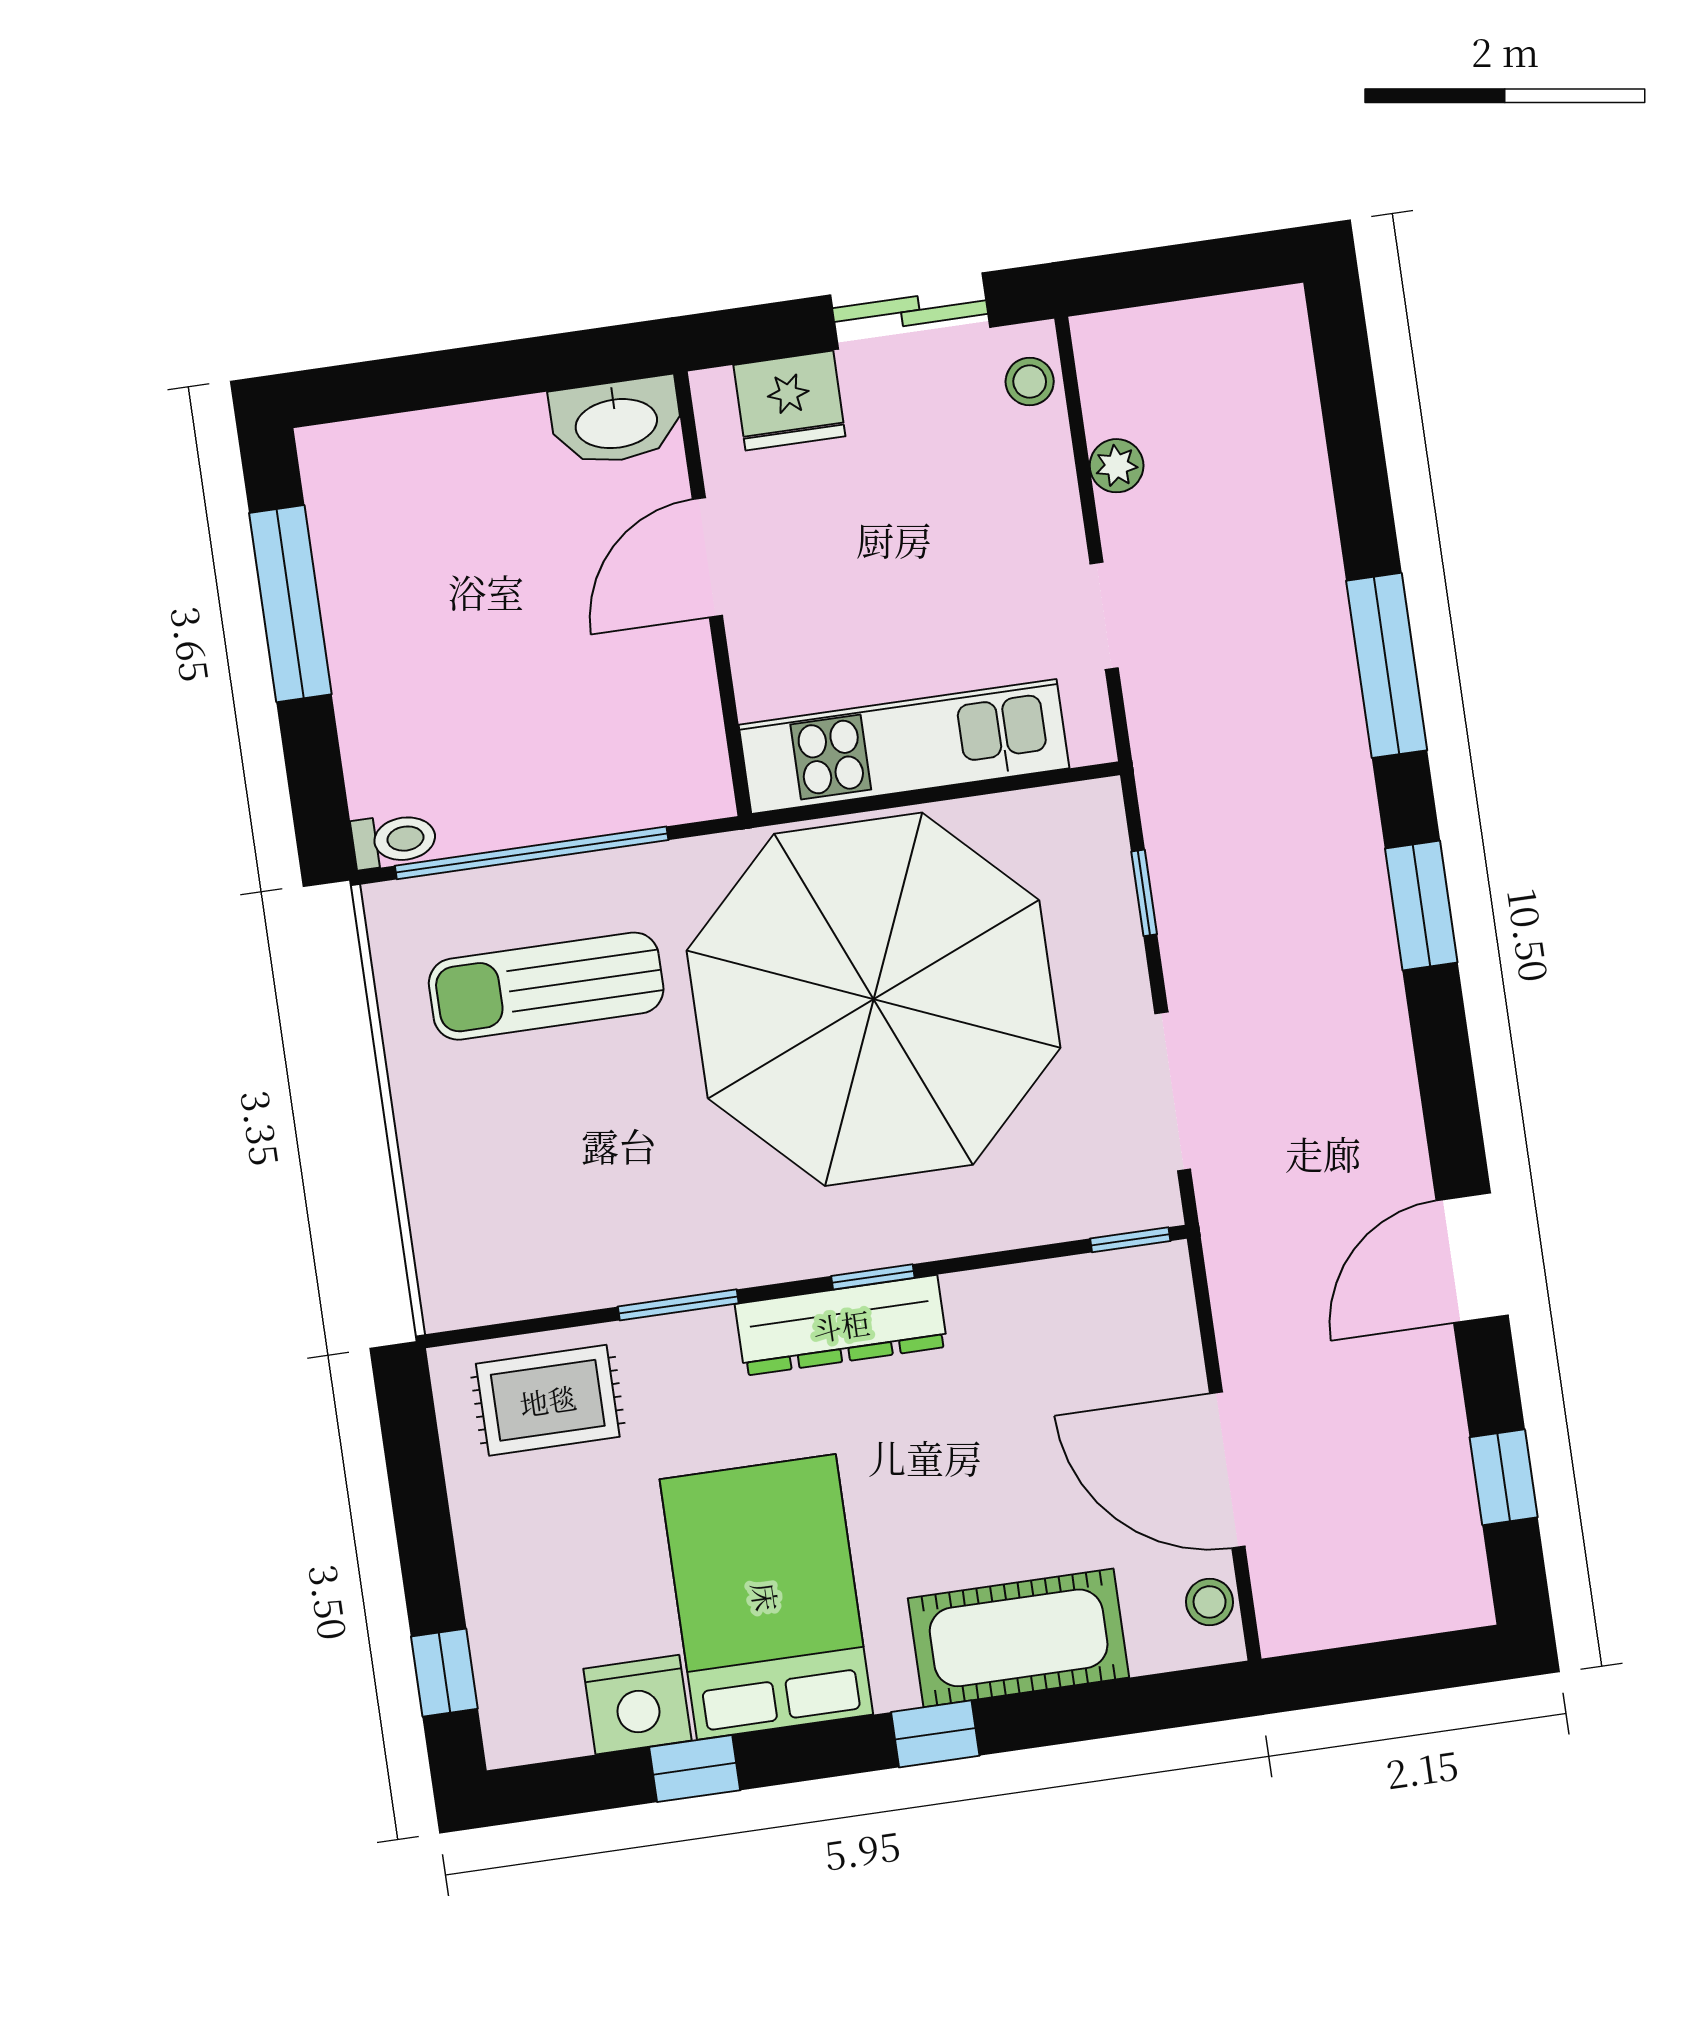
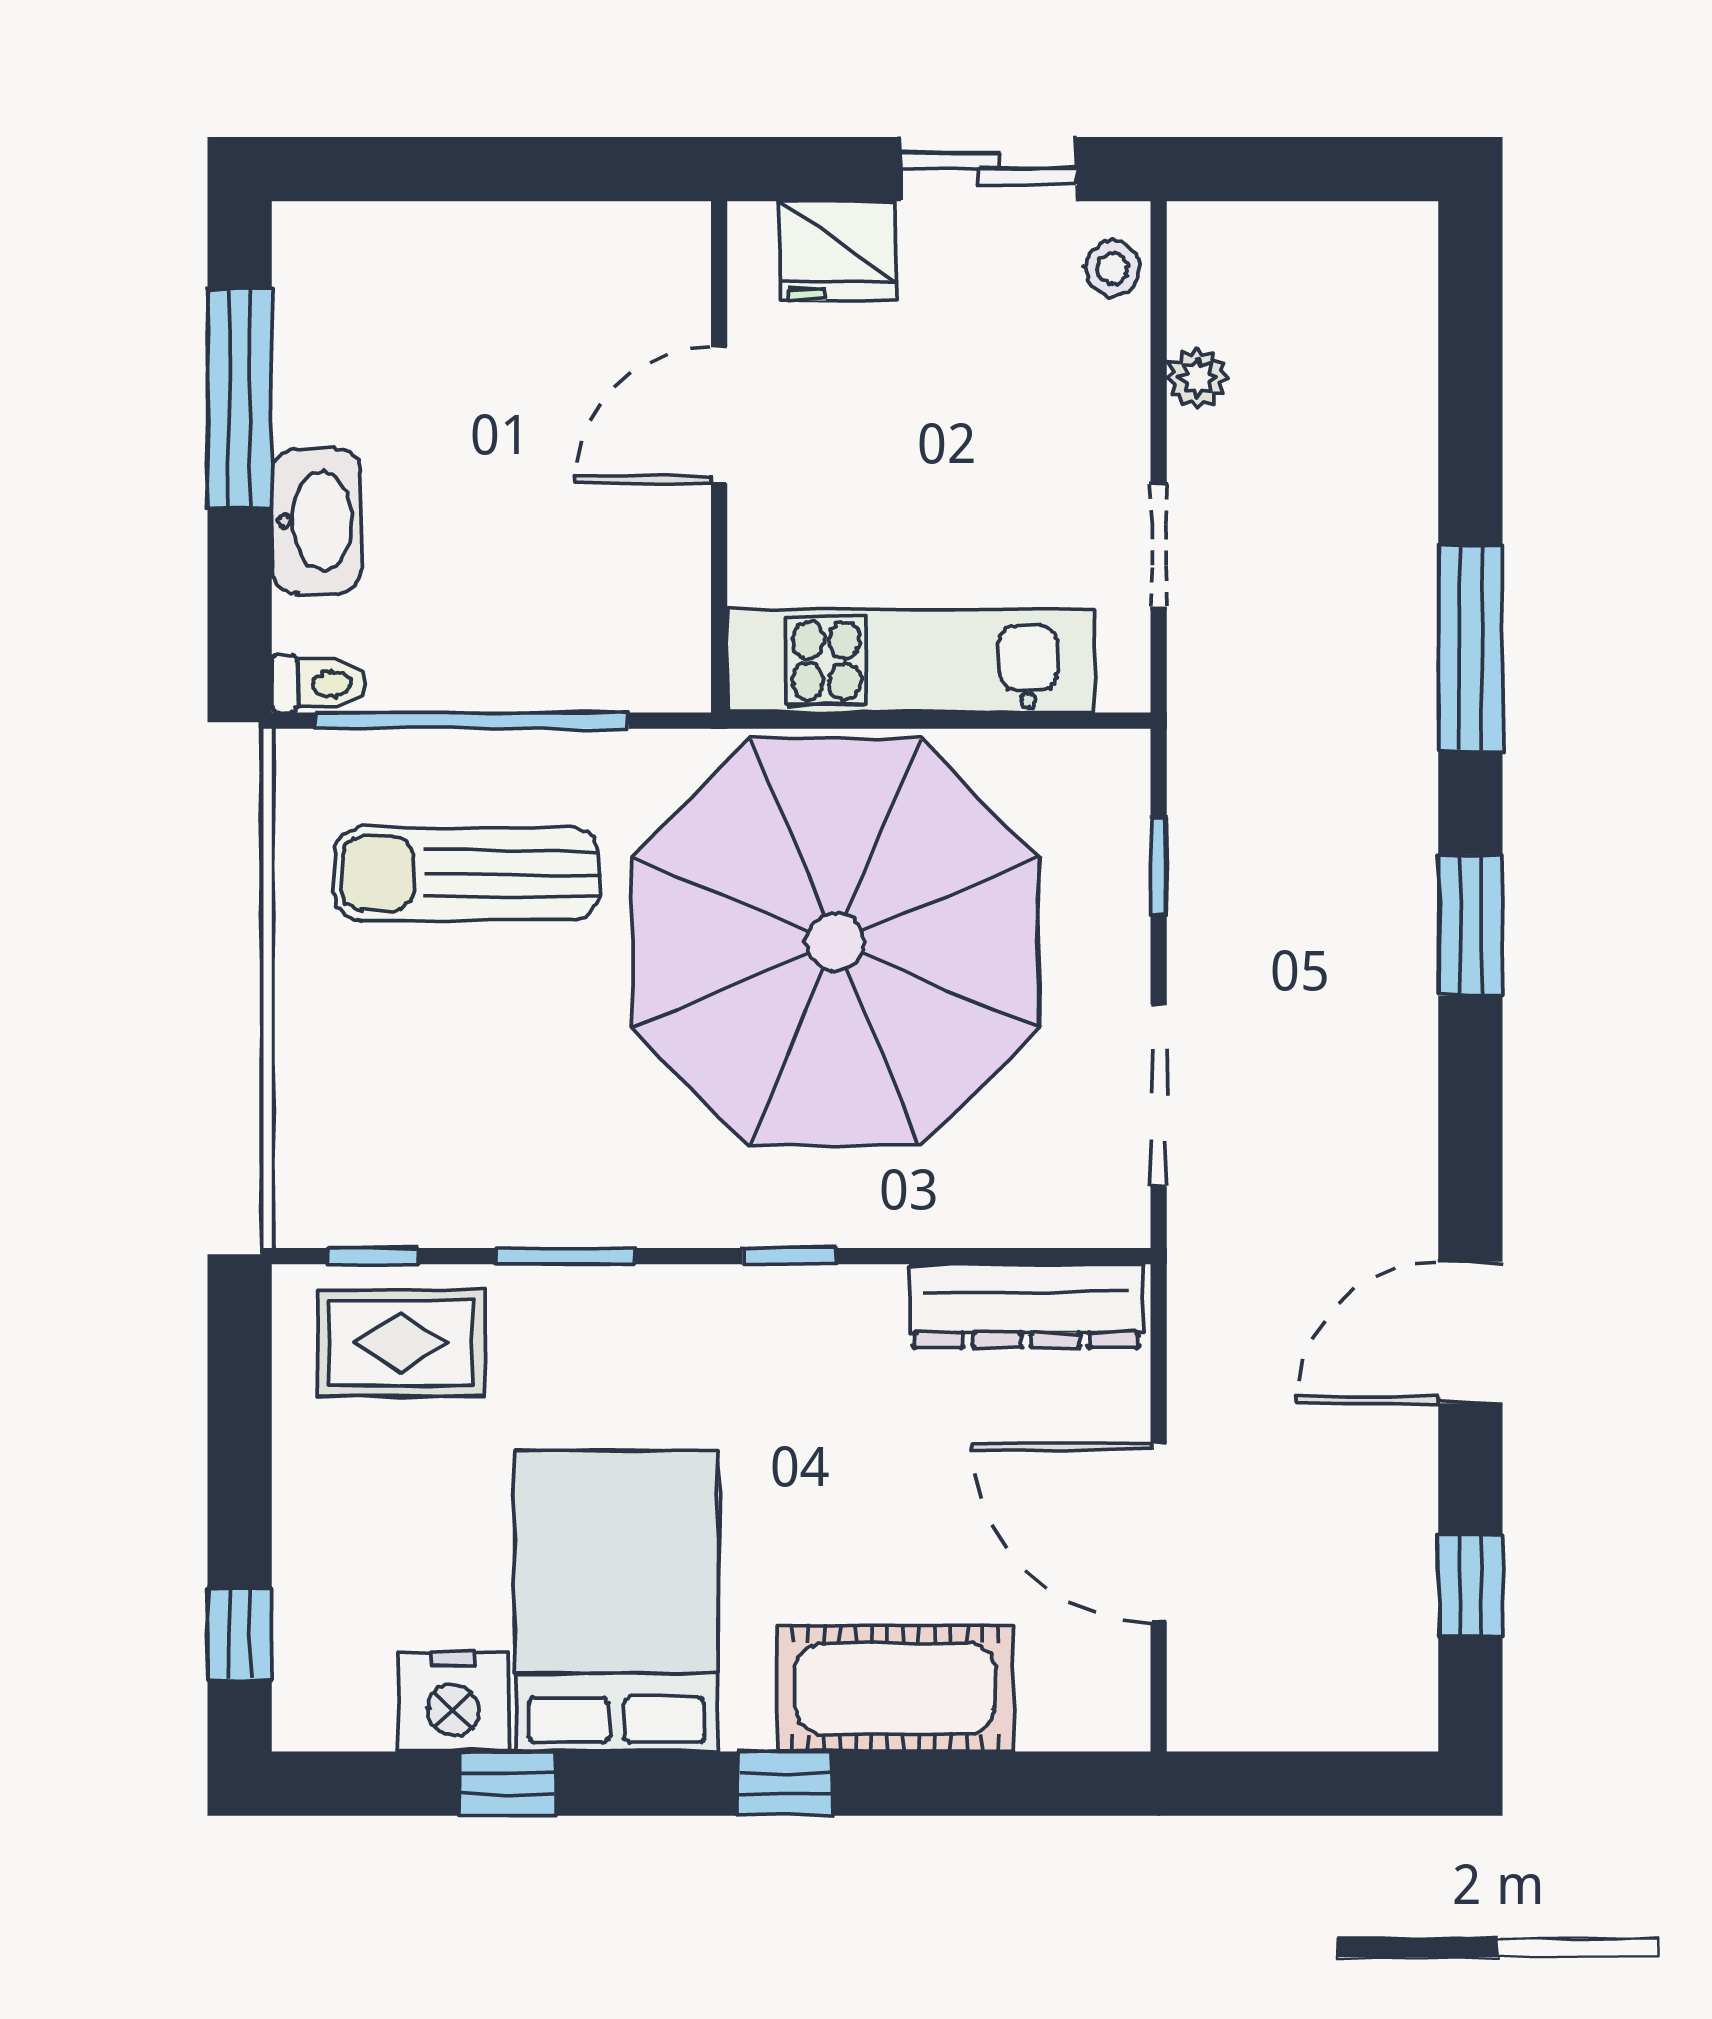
washbasin: (616, 421) -> (316, 521), moved, turned -90
window: (1130, 1240) -> (373, 1256), moved
dresser: (841, 1325) -> (1026, 1306), moved
stool: (1210, 1602) -> (1117, 1679), removed

